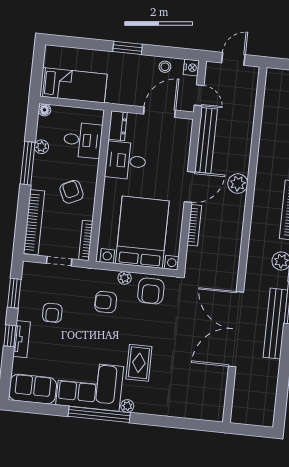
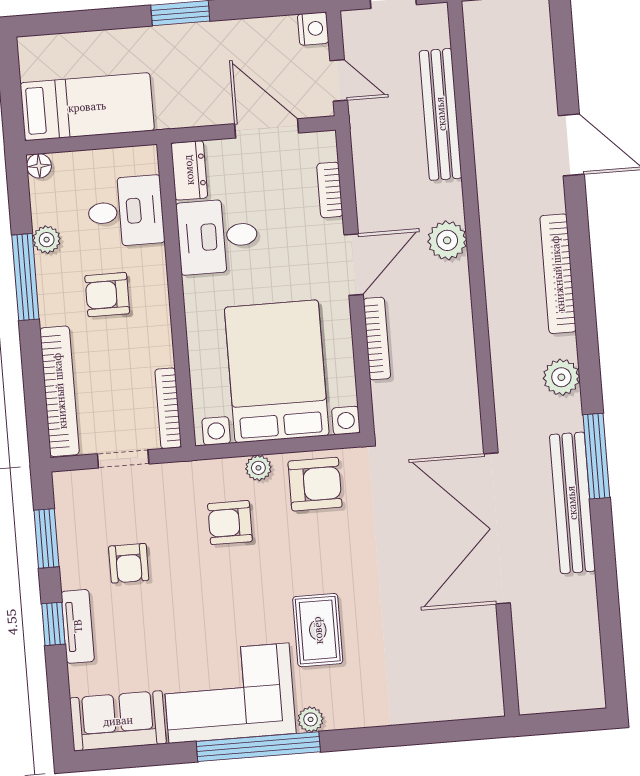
stool: (165, 67) -> (261, 37), removed
door: (159, 112) -> (267, 128), hinge flipped
bench: (206, 140) -> (441, 114), moved
bookcase: (185, 148) -> (330, 190), added
armchair: (72, 192) -> (107, 295), moved, turned -65
armchair: (151, 291) -> (315, 484), turned -90

